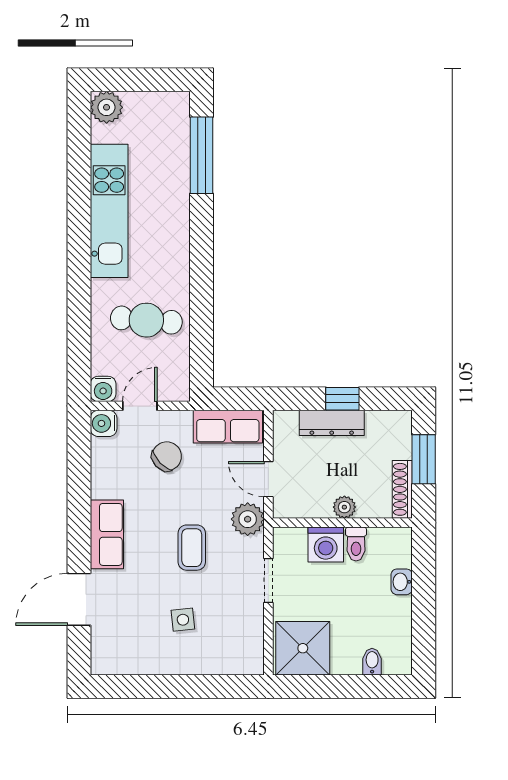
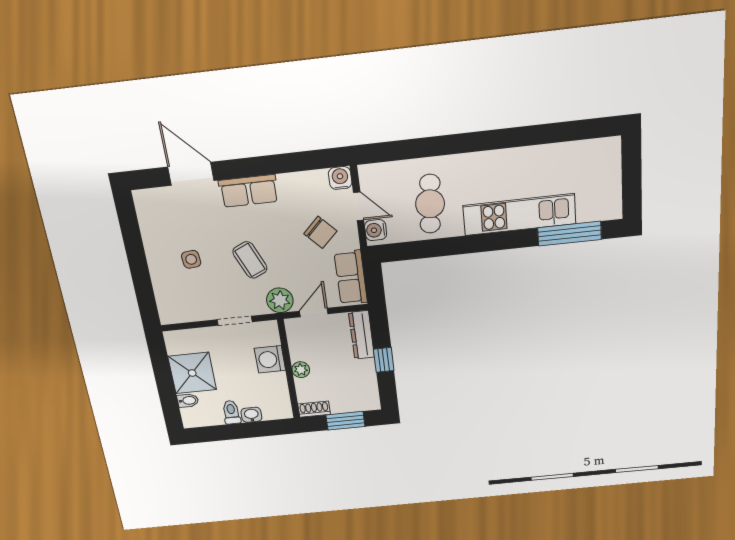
plant: (107, 107) -> (608, 151), removed
kitchen unit: (109, 211) -> (519, 215), moved, turned 180
water cooler: (103, 389) -> (376, 230), moved
dresser: (332, 423) -> (362, 335), moved
shoe rack: (402, 489) -> (314, 409), width x0.70
toilet: (356, 544) -> (231, 412), moved, turned 90
coffee table: (192, 548) -> (250, 260), turned 66
shower: (303, 648) -> (192, 373), moved

